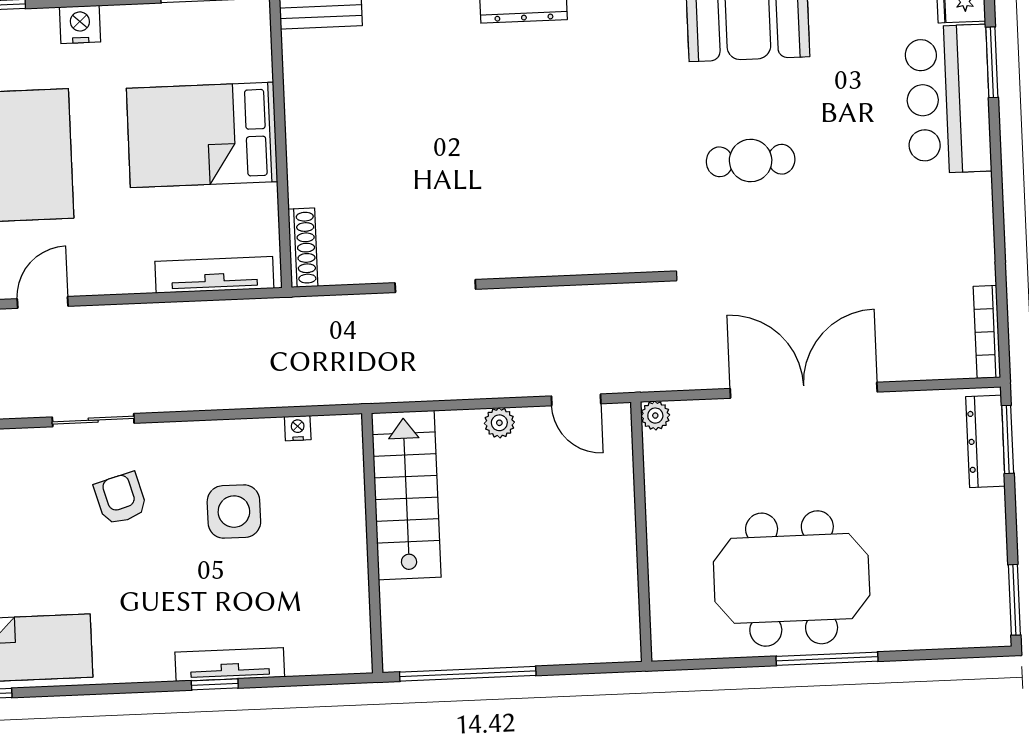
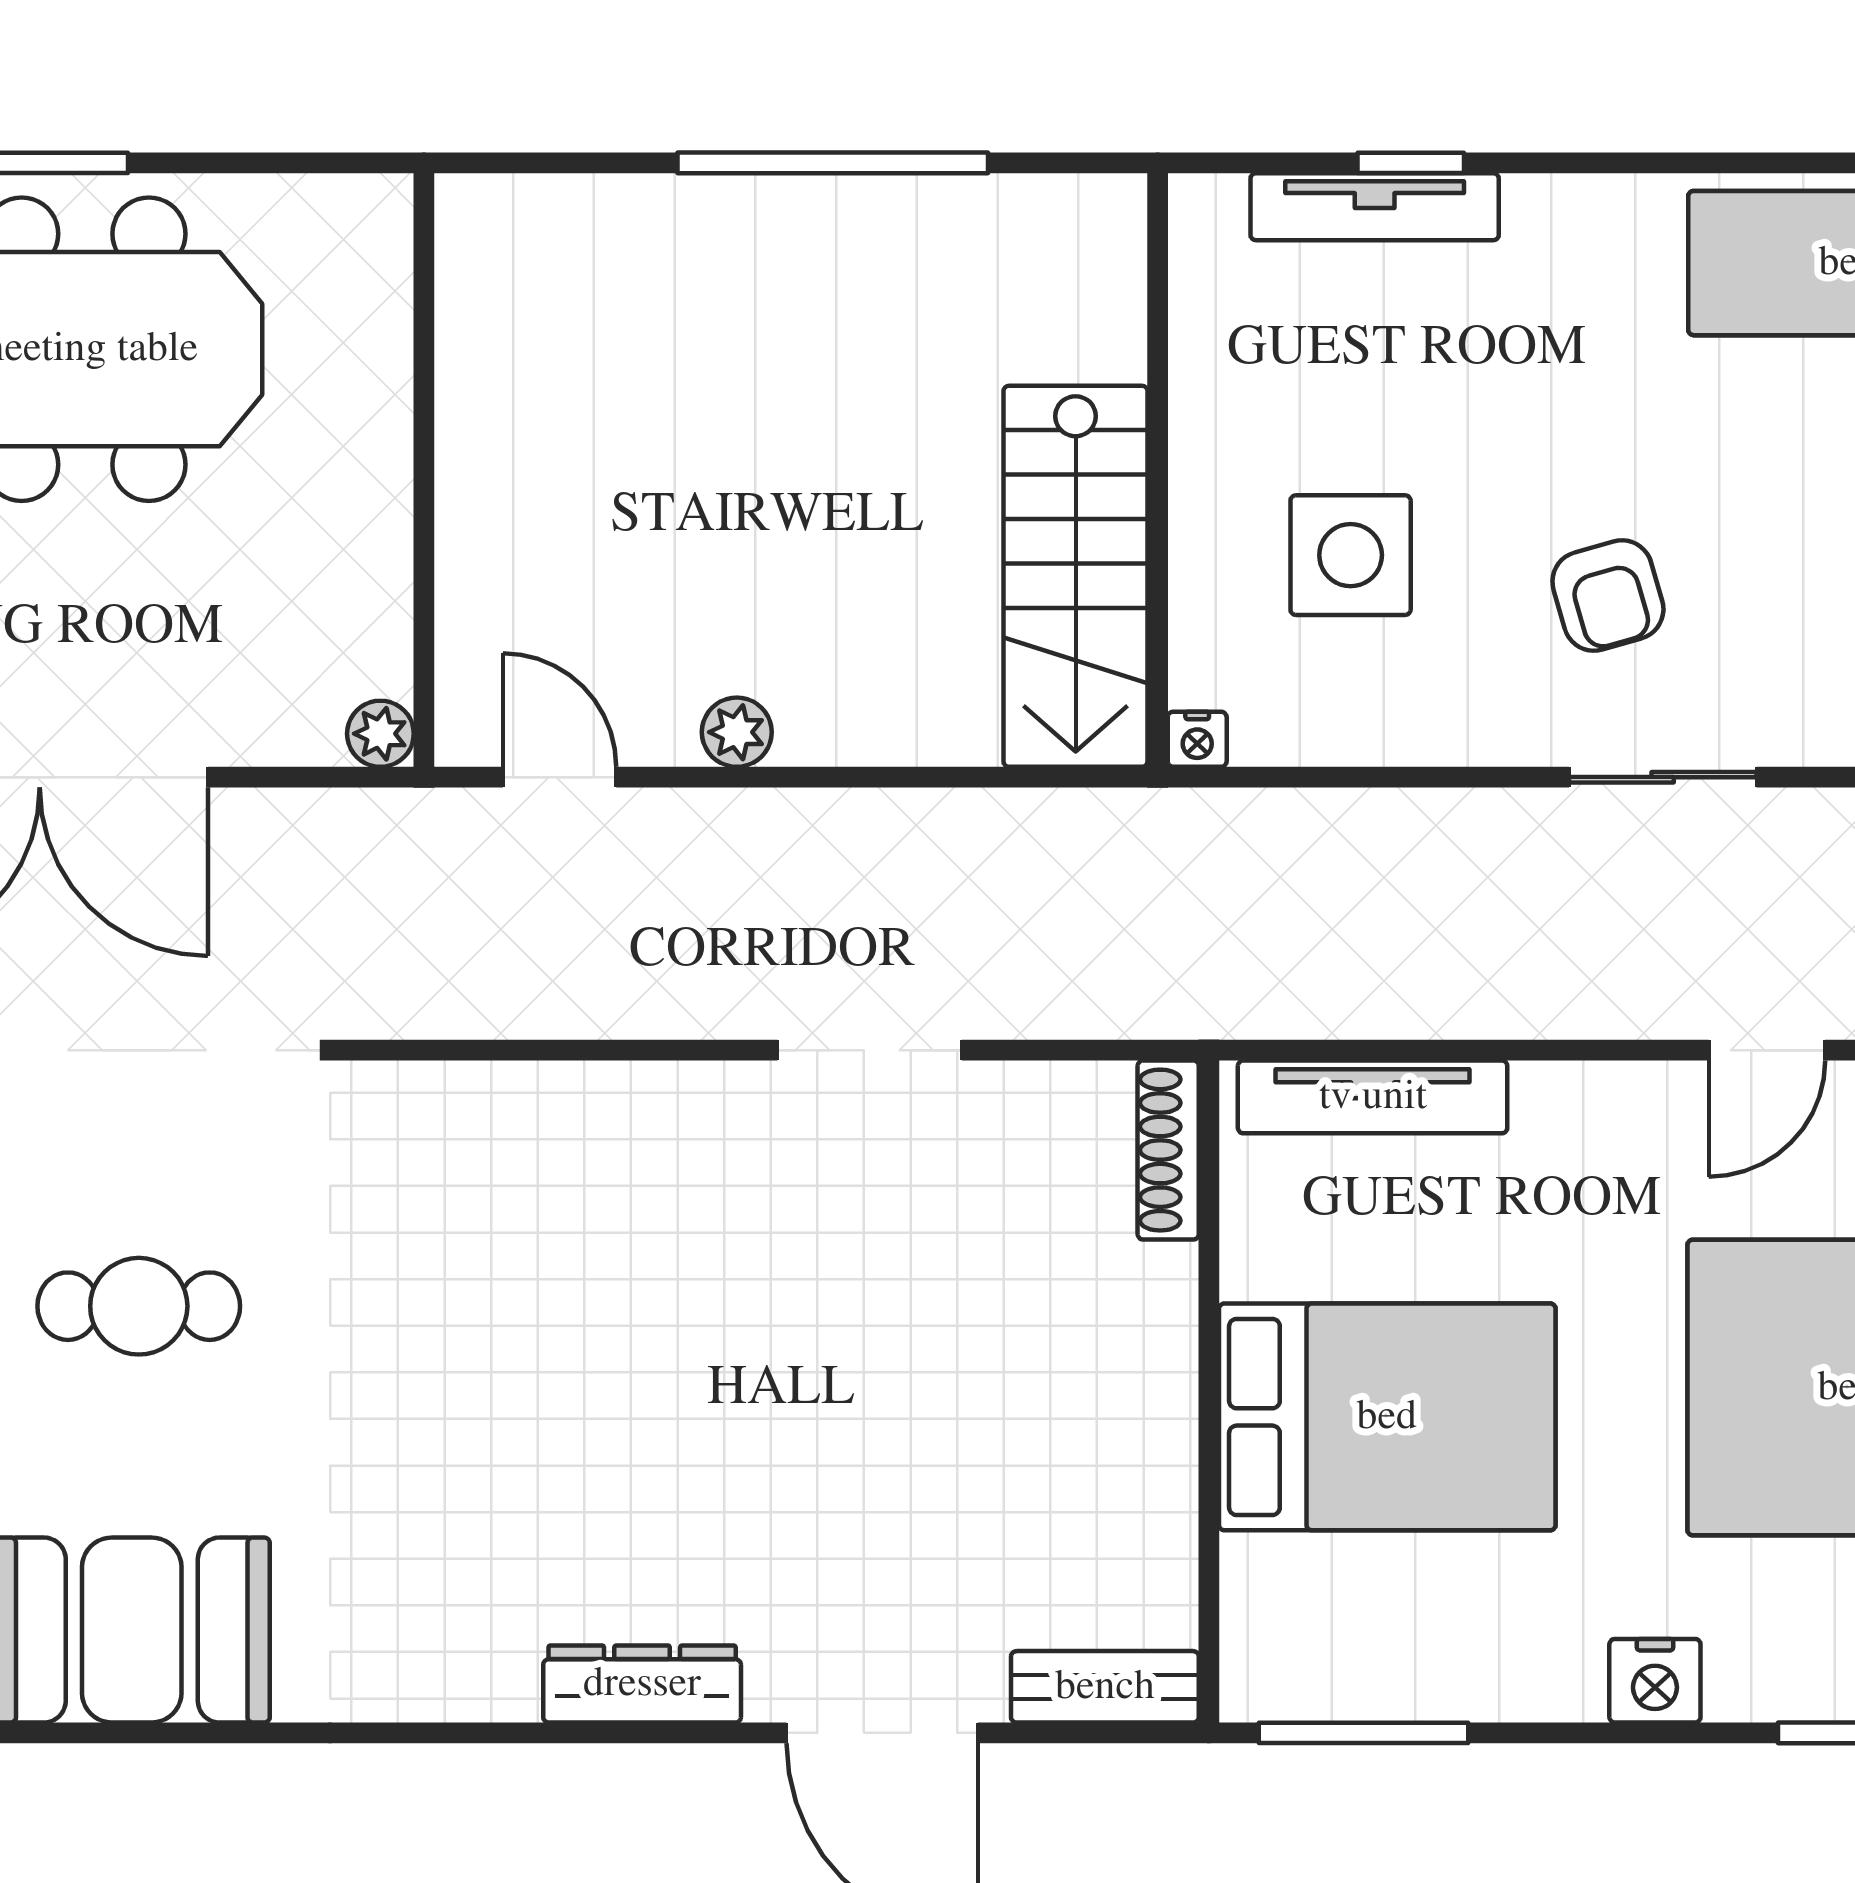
stairs: (406, 495) -> (1076, 576), moved
wall: (372, 543) -> (1158, 470), moved

